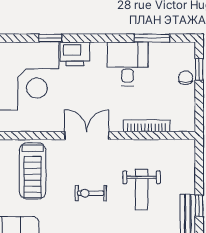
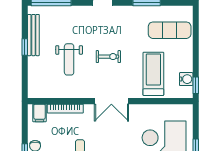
filing cabinet: (180, 120) -> (39, 113), added
weight bench: (142, 190) -> (69, 59), turned 180

